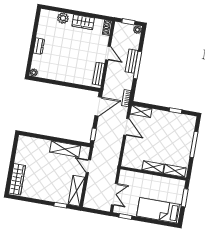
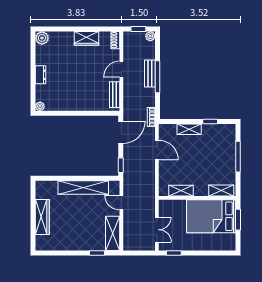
plant: (63, 18) -> (42, 38), moved
door: (108, 53) -> (121, 69), swing flipped
shelving: (141, 111) -> (189, 129), moved
shelving: (65, 149) -> (83, 188), width x1.47
shelving: (153, 167) -> (181, 191), moved
wardrobe: (17, 179) -> (42, 217), moved
bed: (159, 210) -> (211, 216), moved, width x1.50

